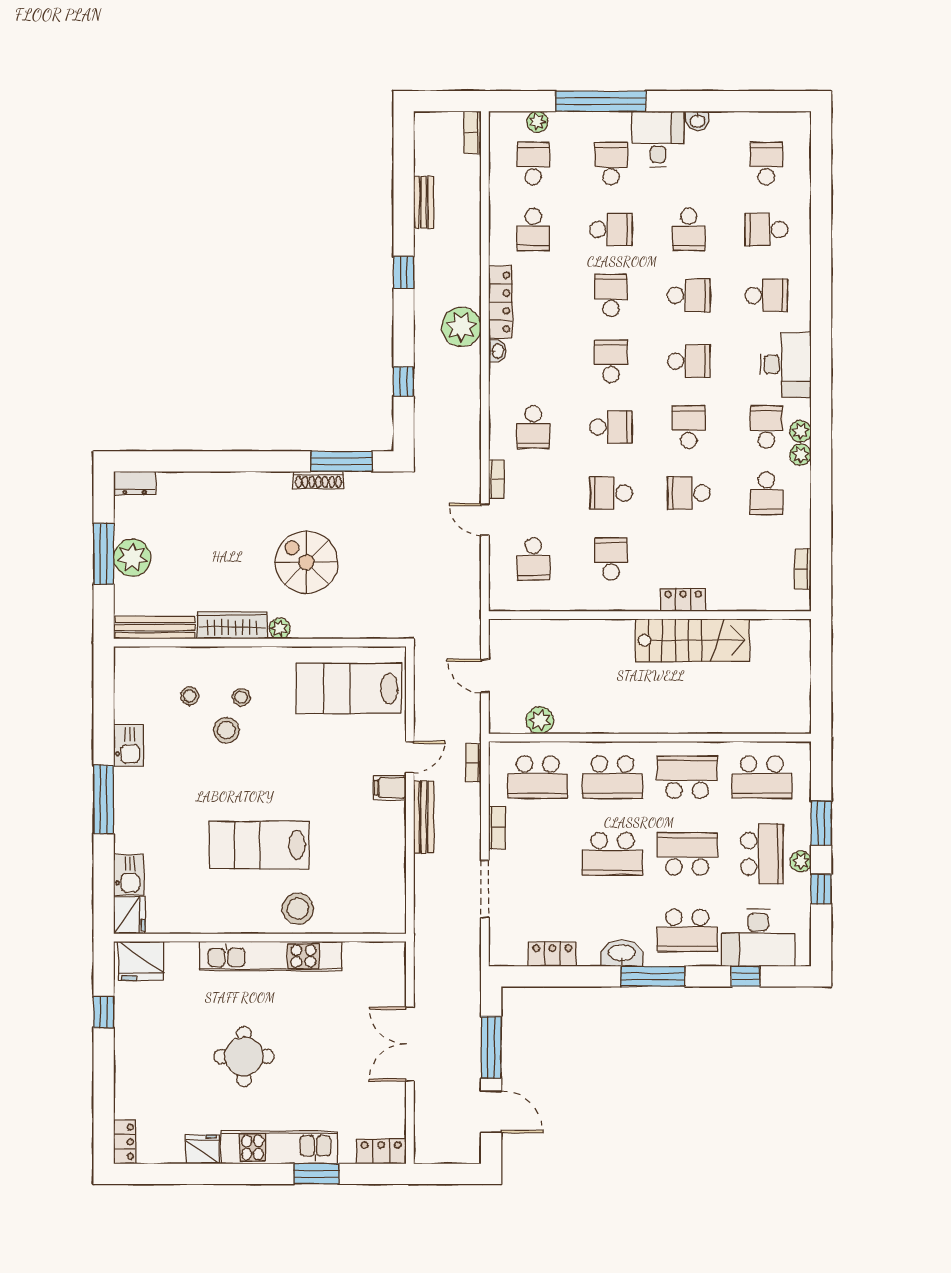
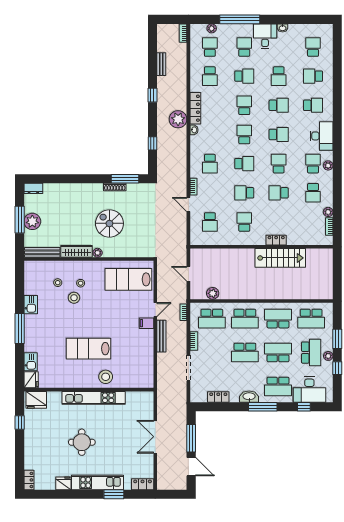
plant: (800, 455) -> (328, 212), moved

